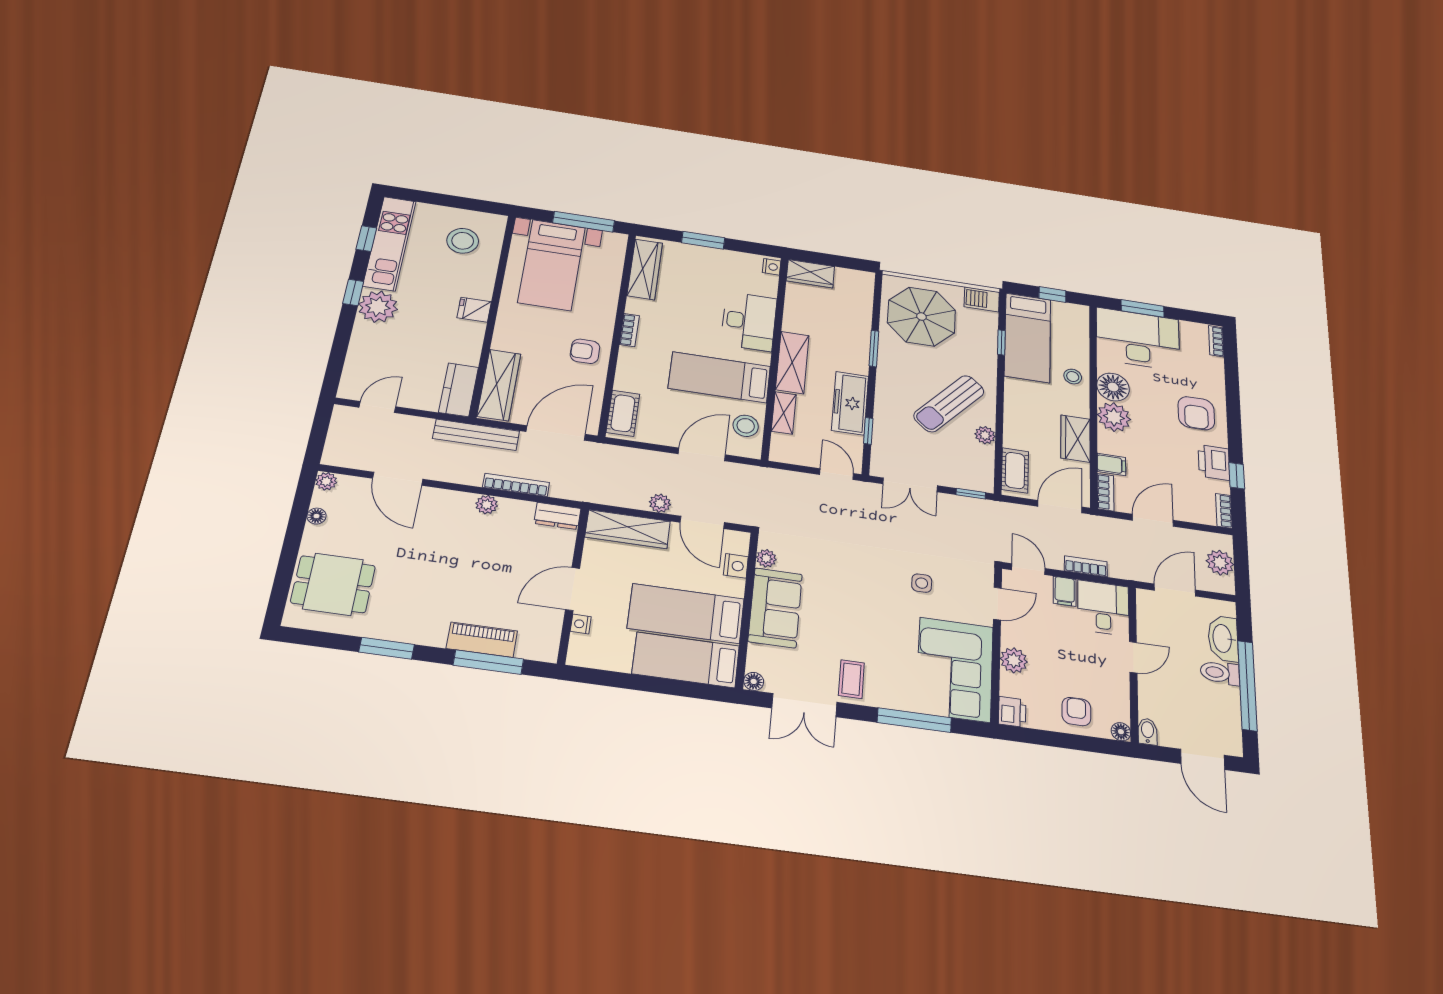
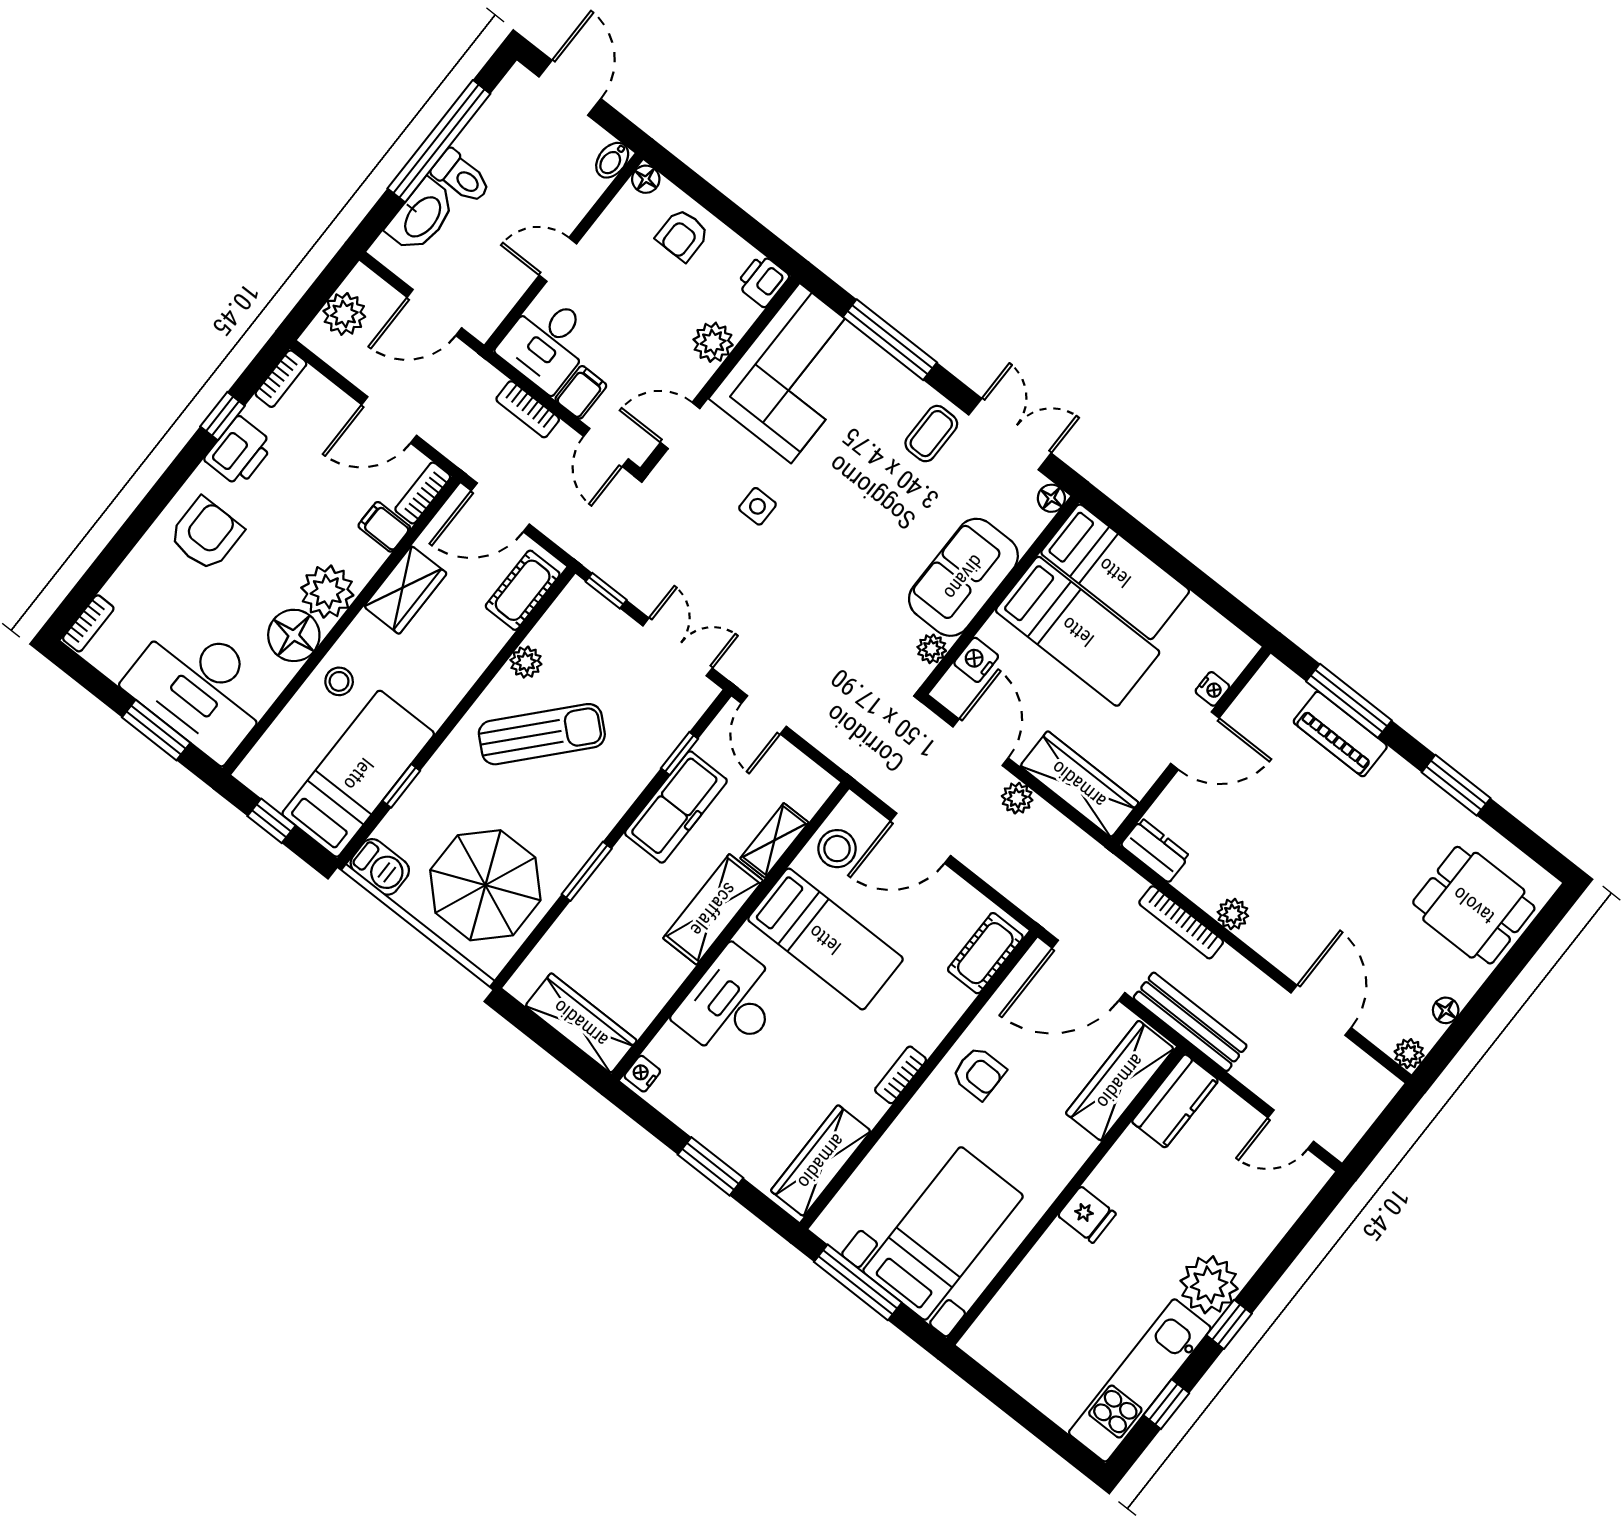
stool: (463, 241) -> (1040, 1335), removed
wardrobe: (810, 274) -> (581, 1023), width x1.50

